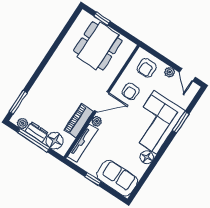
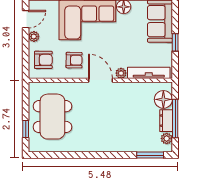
dining table: (98, 46) -> (52, 117), turned 90
piano: (79, 121) -> (131, 90), removed

